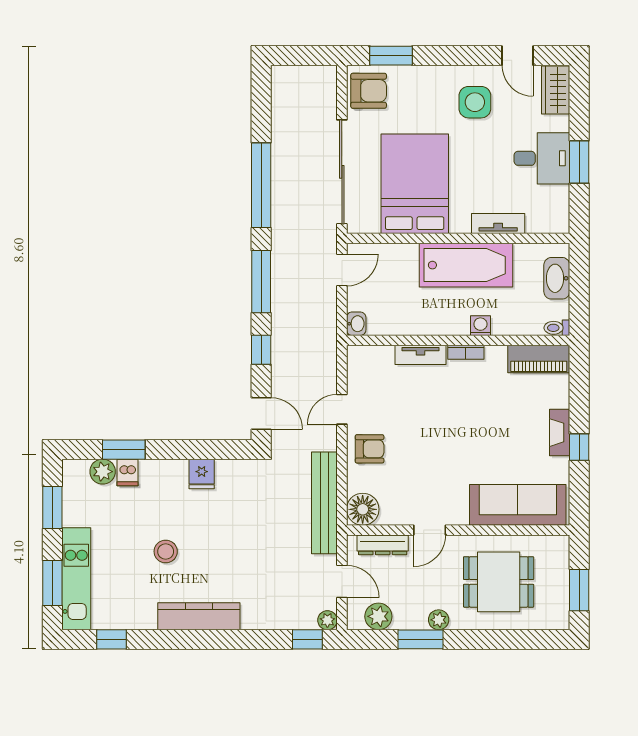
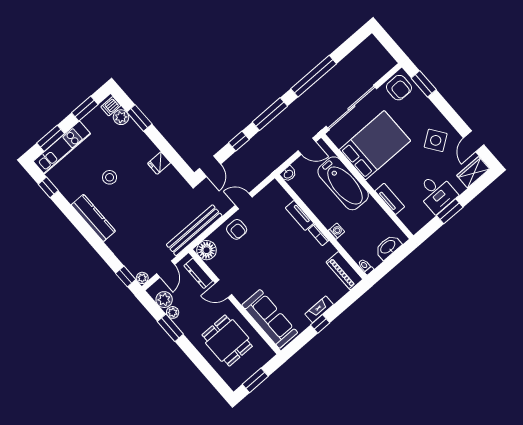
side table: (475, 102) -> (436, 140), turned -35
bathtub: (466, 265) -> (343, 183), moved
dishwasher: (128, 472) -> (111, 106), moved
plant: (439, 620) -> (173, 312), moved

